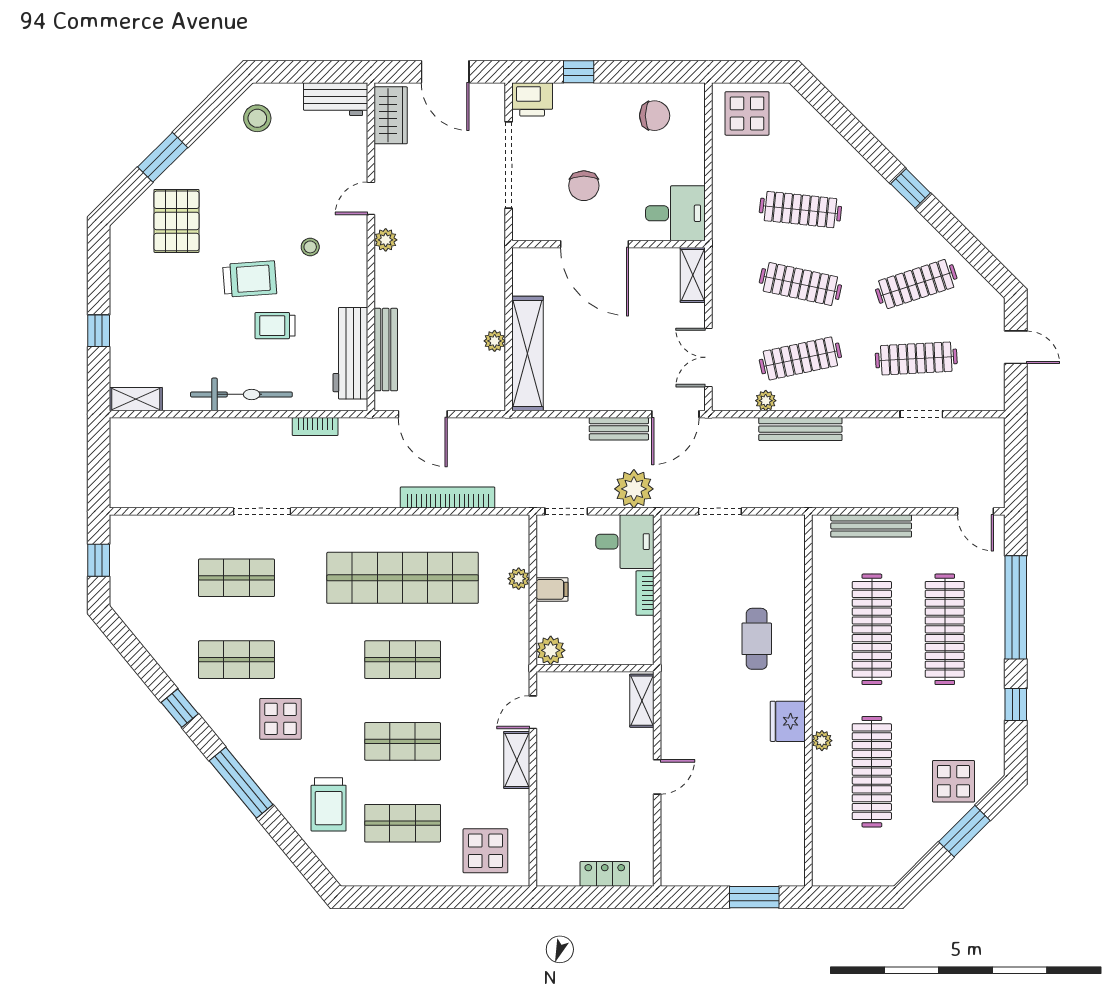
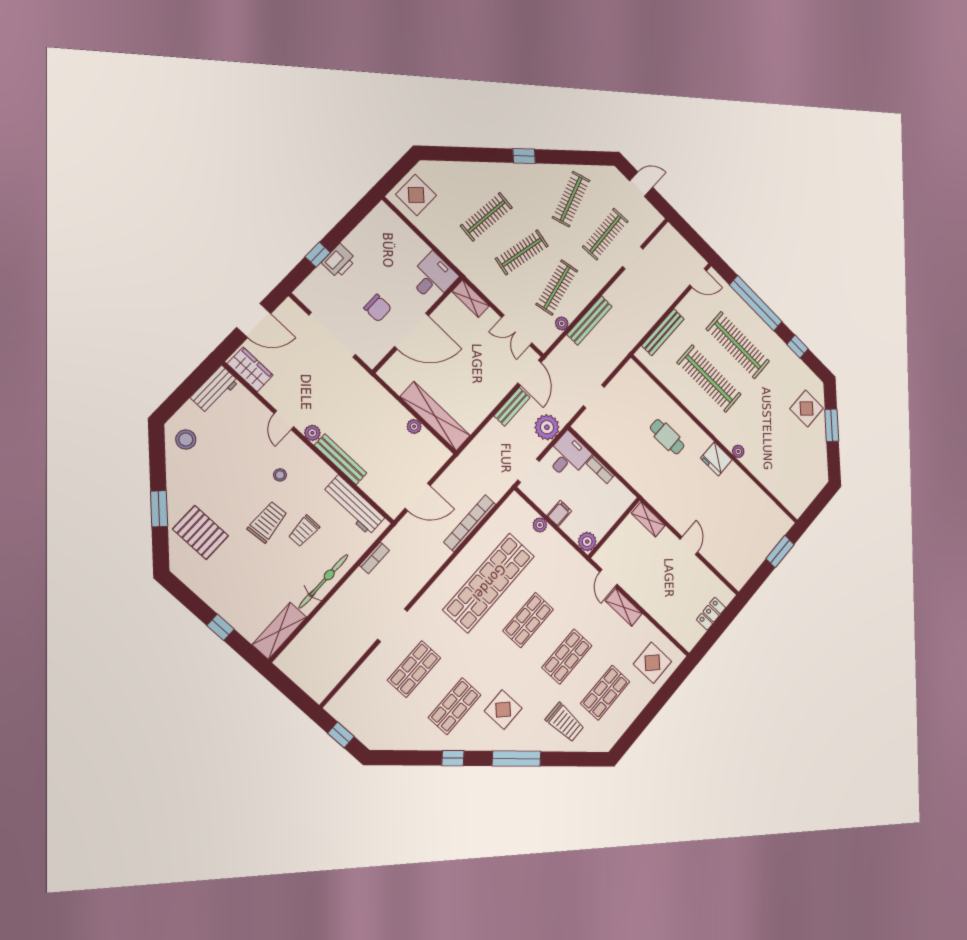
printer: (532, 99) -> (339, 261), moved
chair: (655, 116) -> (375, 240), removed
bench: (386, 350) -> (341, 459), moved
shelving: (136, 399) -> (279, 631), width x1.50, depth x1.33
clothes rail: (872, 772) -> (771, 442), removed

